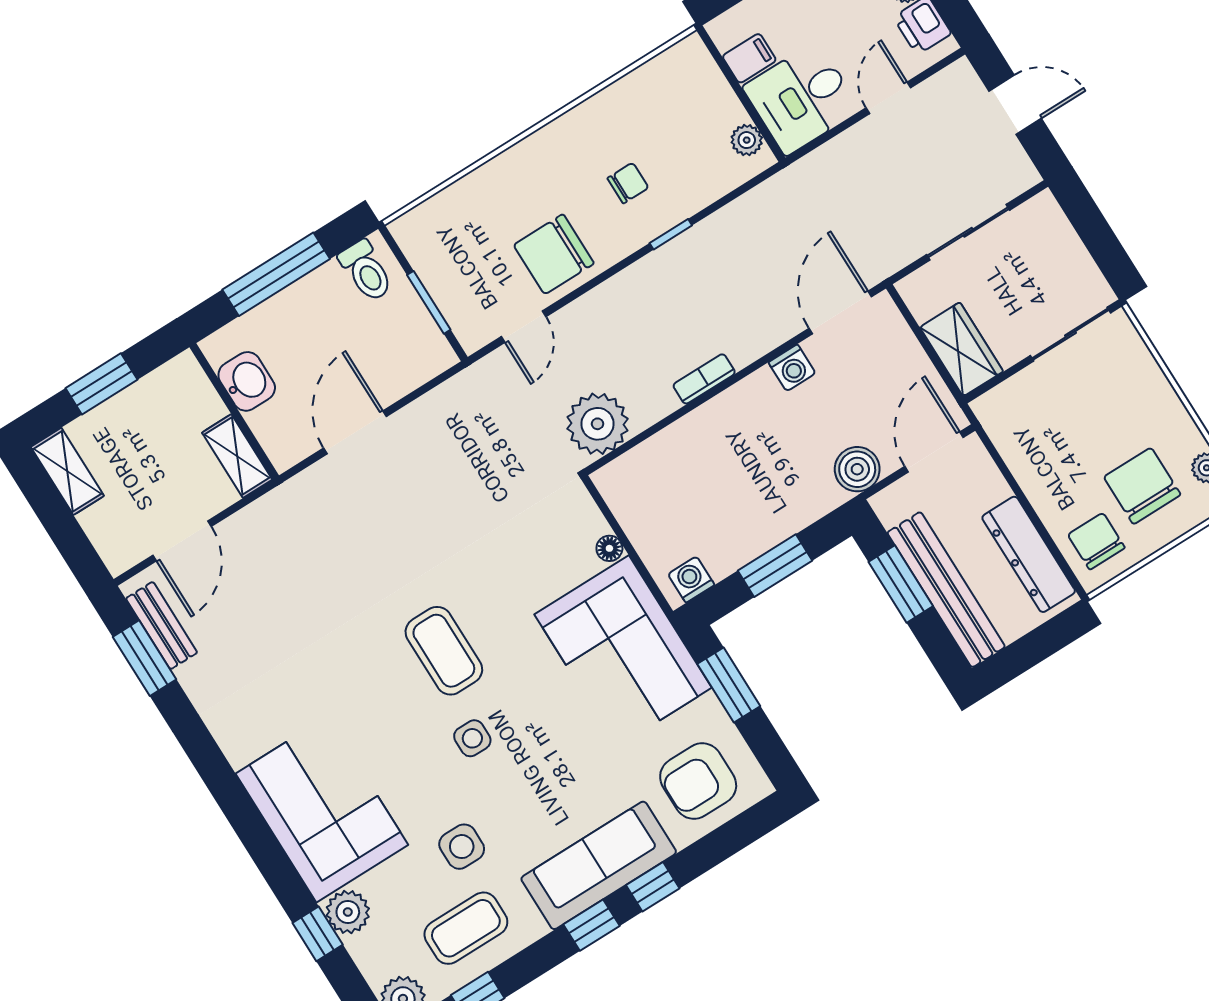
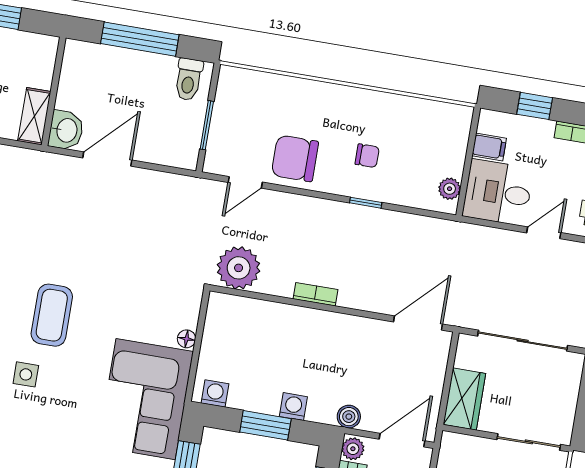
sliding door: (968, 232) -> (523, 341), width x1.37
washing machine: (792, 368) -> (293, 407), moved, turned 180
washbasin: (247, 381) -> (66, 130), moved
boiler: (857, 469) -> (349, 417), width x0.73, depth x0.73
plant: (890, 508) -> (353, 449), added

